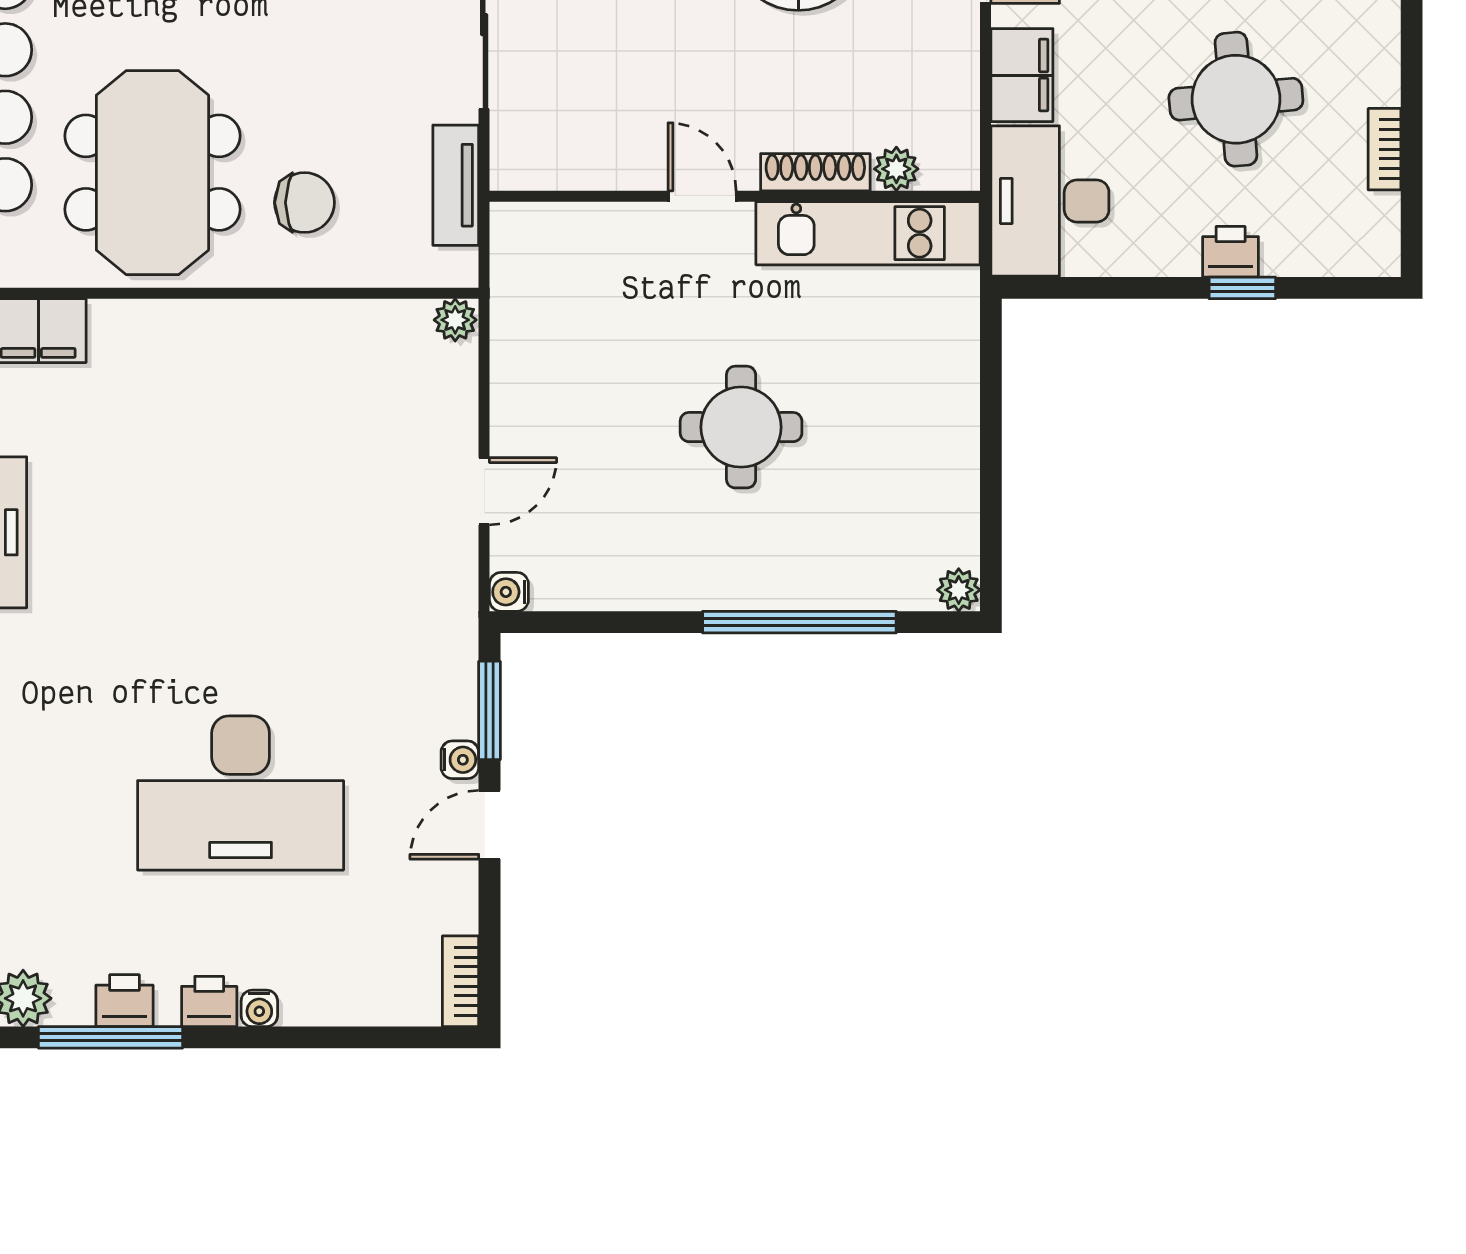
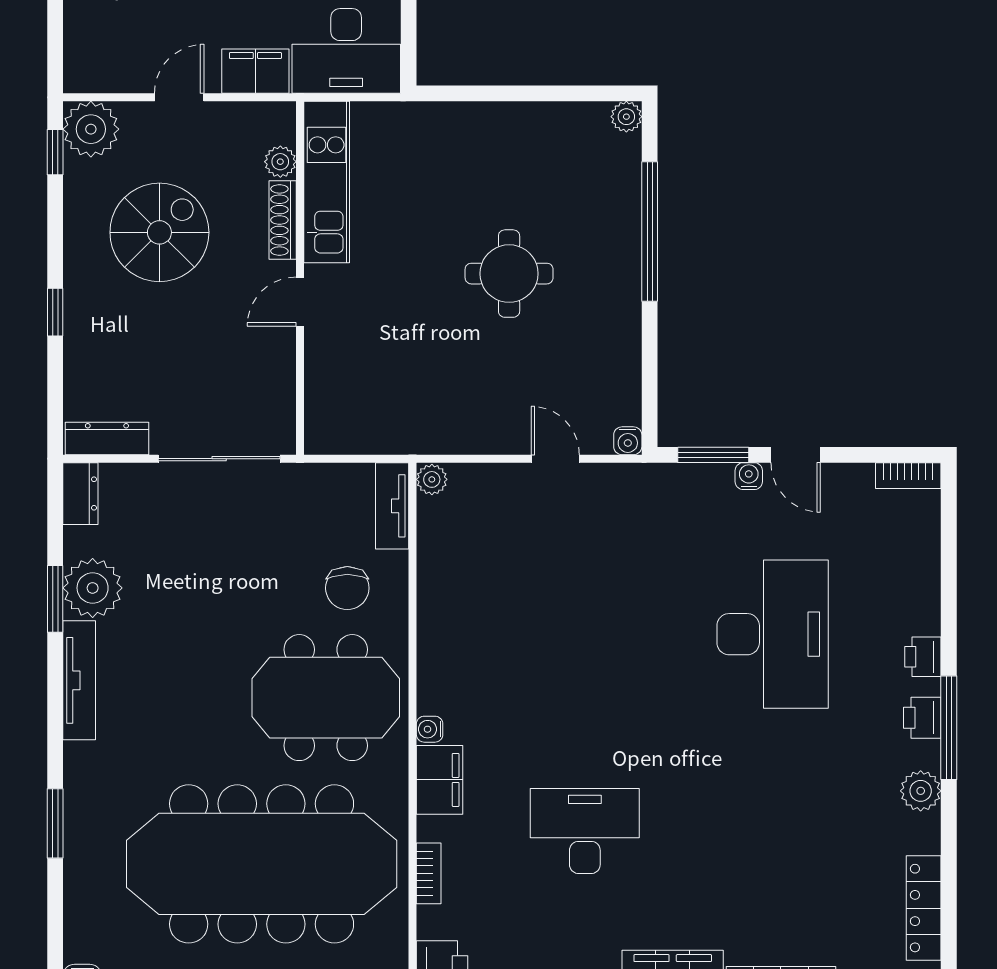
plant: (896, 169) -> (280, 162), moved
shoe rack: (815, 172) -> (283, 220), moved
tv unit: (456, 185) -> (392, 506), moved, turned 90
door: (702, 196) -> (300, 302), moved
wall: (735, 196) -> (300, 278), moved
chair: (304, 203) -> (347, 588), turned 180
kitchen unit: (868, 233) -> (327, 182), moved
water cooler: (259, 1008) -> (430, 729), moved, turned 180

